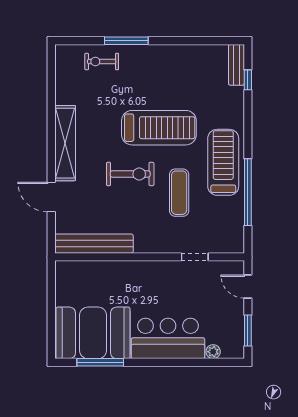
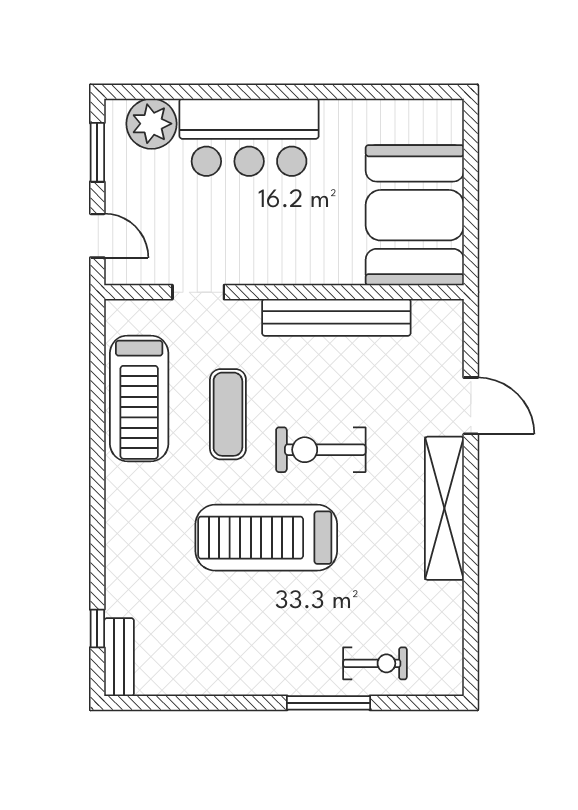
treadmill: (223, 162) -> (139, 398), moved
window: (248, 192) -> (97, 415), removed
bench: (94, 244) -> (336, 317), moved
booth: (93, 333) -> (415, 215), moved, turned 90
plant: (213, 352) -> (152, 124), width x1.87, depth x1.87
window: (100, 362) -> (378, 92), removed

